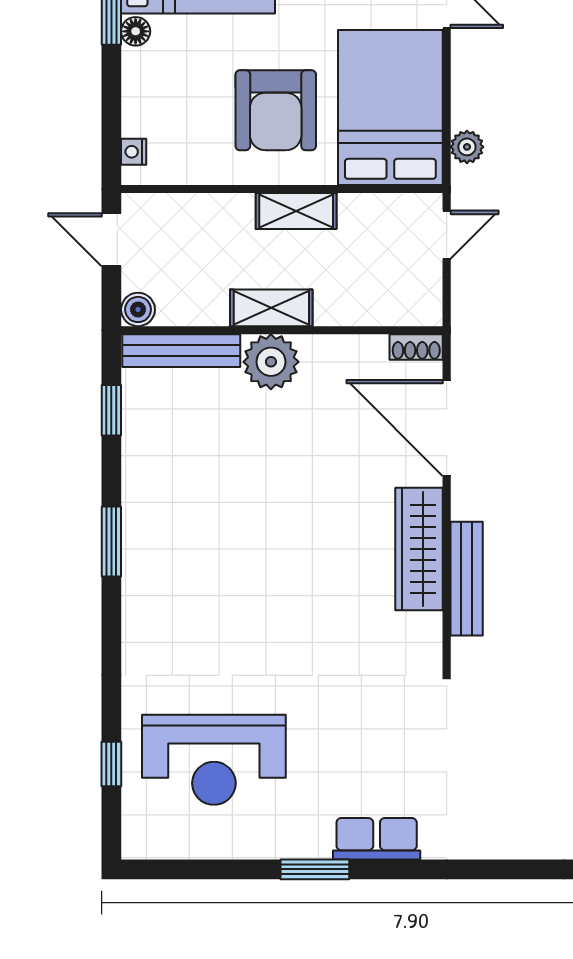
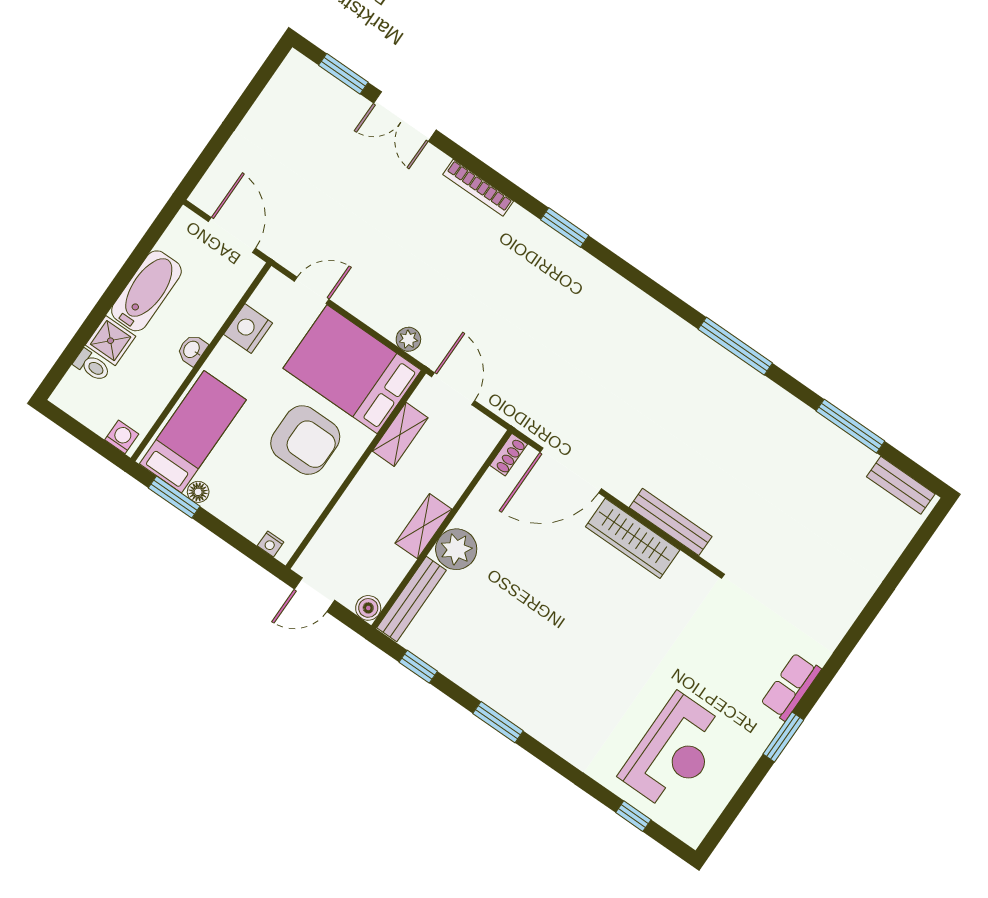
shelving: (296, 211) -> (400, 434), moved
door: (447, 235) -> (453, 389), width x1.38

